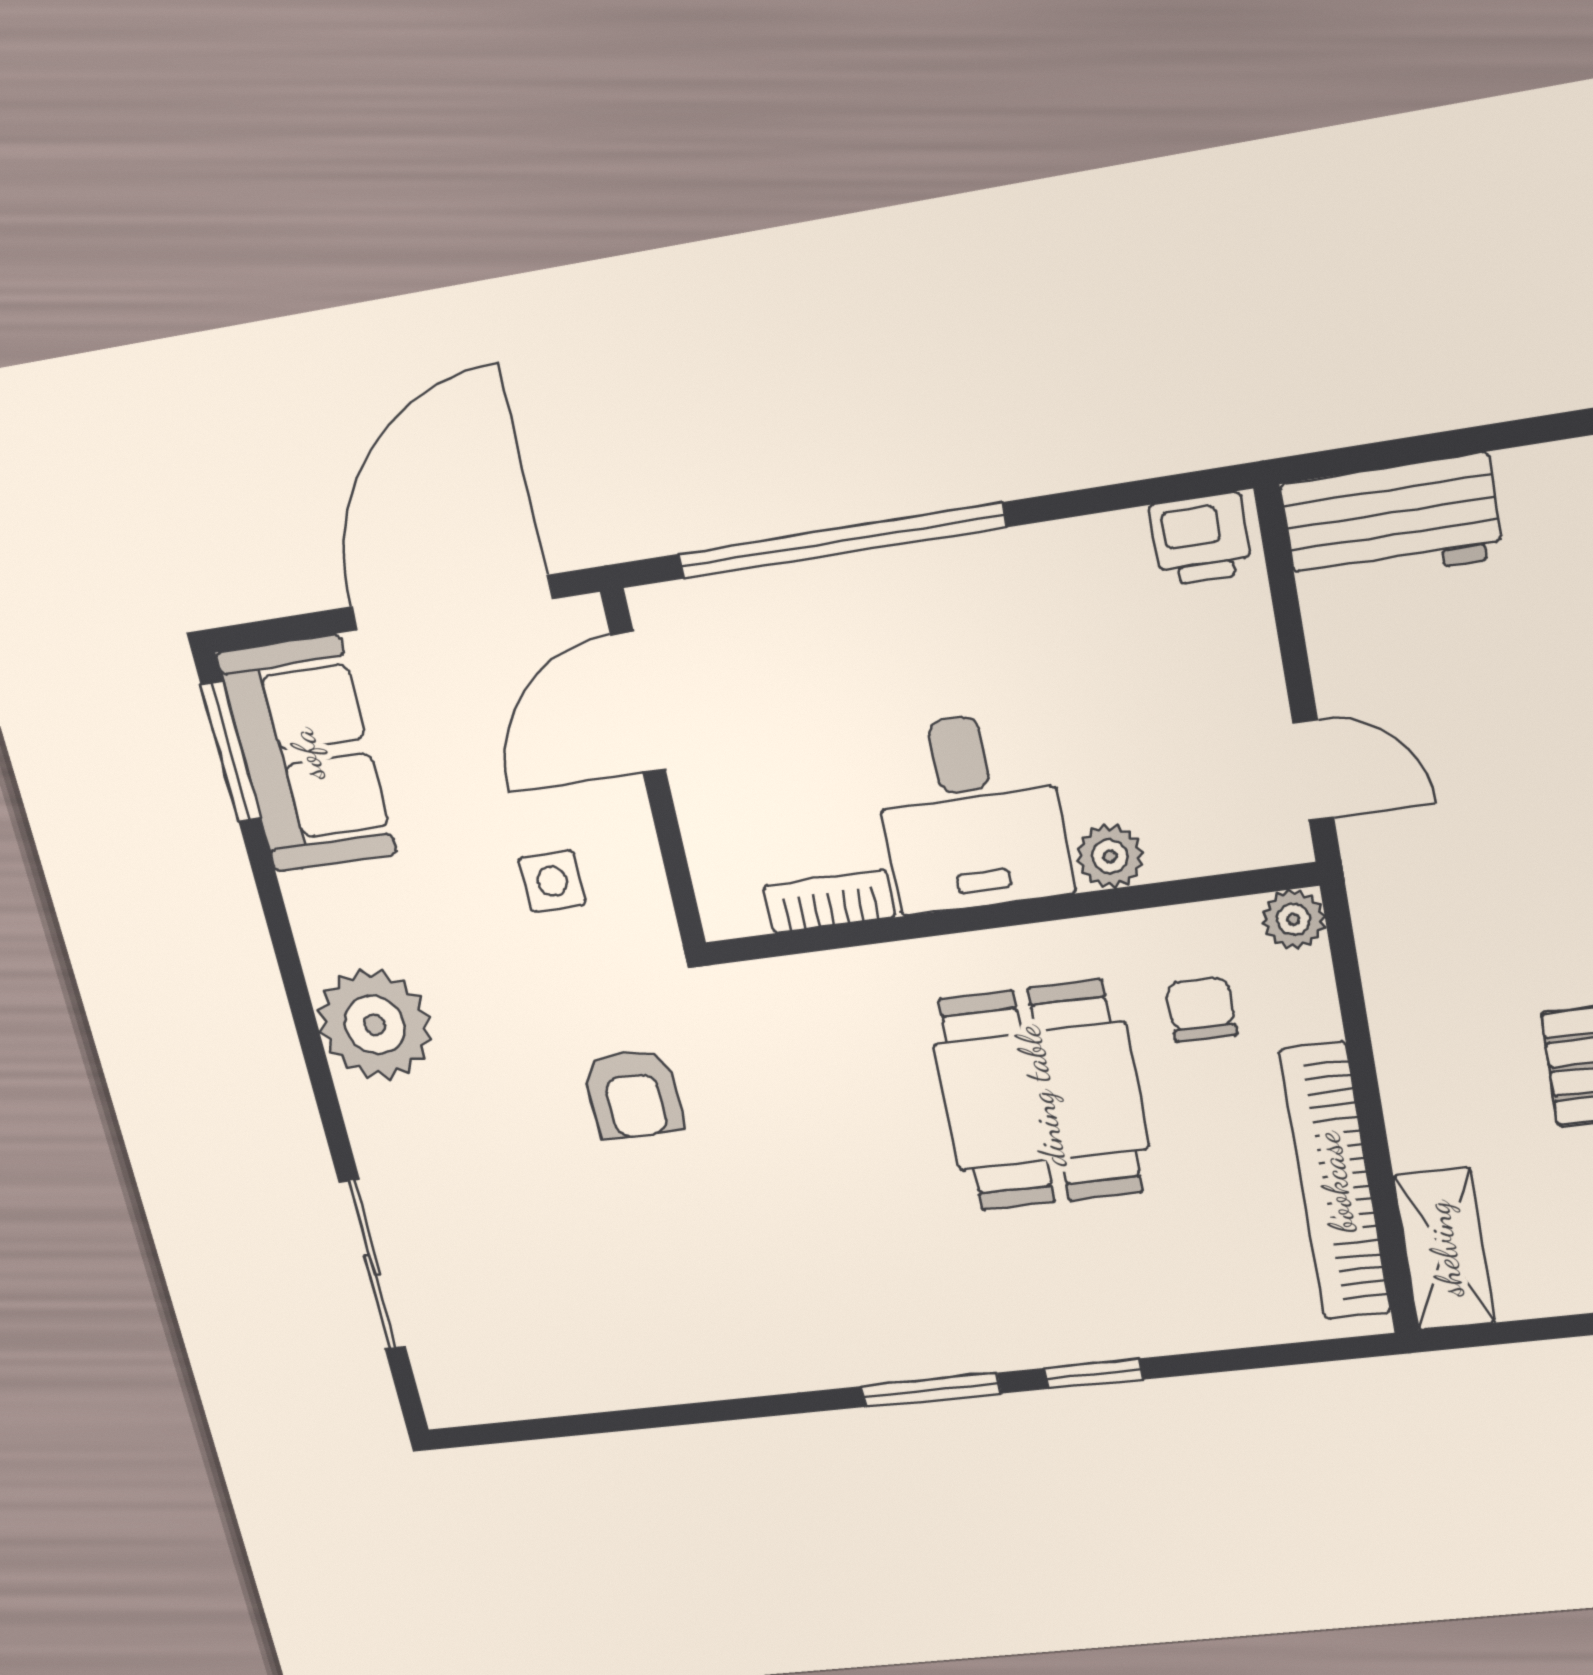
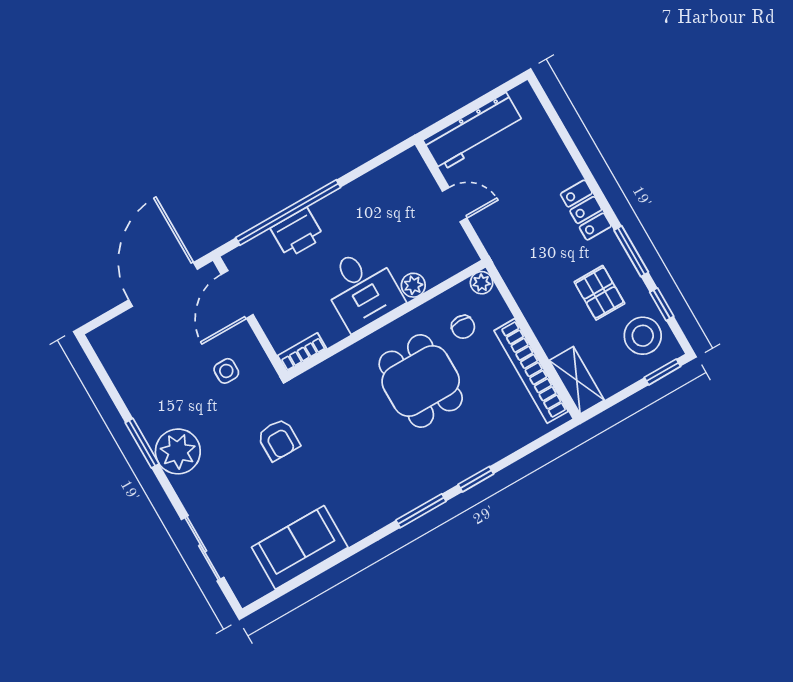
workbench: (1391, 521) -> (473, 132), width x1.38
printer: (1201, 539) -> (297, 233), moved, width x1.36, depth x1.24
window: (231, 752) -> (142, 443), moved
sofa: (307, 754) -> (300, 547), moved, turned -90
door: (1313, 770) -> (455, 205), moved
bookcase: (829, 901) -> (302, 352), moved
chair: (1201, 1010) -> (463, 327), turned 180

